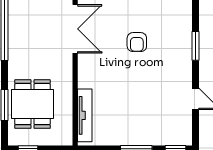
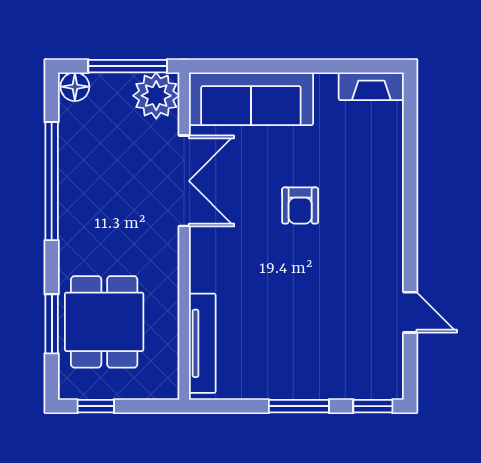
window: (196, 46) -> (410, 213), removed

